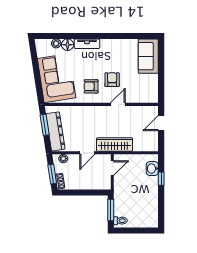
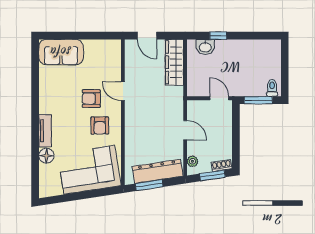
plant: (56, 43) -> (45, 170), removed
wardrobe: (115, 145) -> (174, 62), moved
door: (112, 168) -> (219, 98), moved

